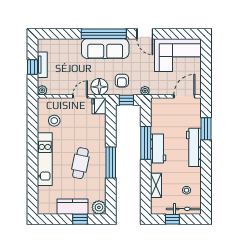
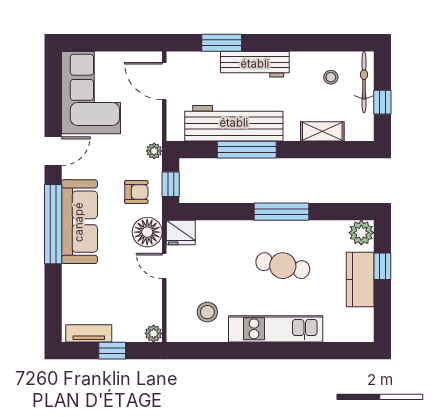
tv unit: (42, 65) -> (89, 333), moved
workbench: (158, 148) -> (234, 123), width x1.88, depth x1.32

